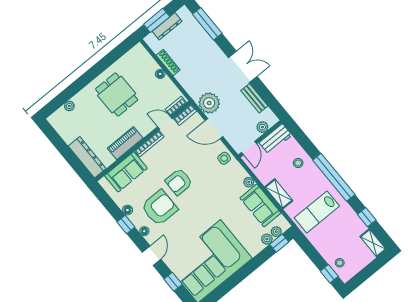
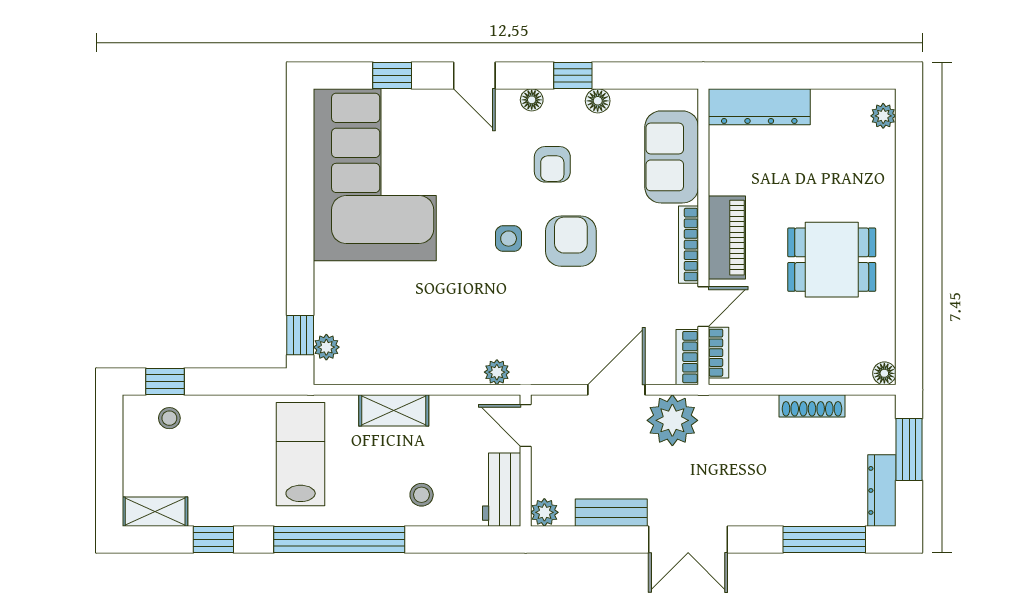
dresser: (167, 26) -> (882, 490), moved
floor lamp: (160, 74) -> (884, 373), moved
plant: (69, 106) -> (883, 116), moved
plant: (262, 127) -> (544, 512), moved
piano: (125, 143) -> (727, 238), moved
side table: (224, 158) -> (509, 239), moved
plant: (249, 182) -> (497, 372), moved
sofa: (260, 205) -> (400, 358), removed
armchair: (159, 208) -> (552, 164), width x0.53, depth x0.53
plant: (267, 239) -> (327, 318), removed

